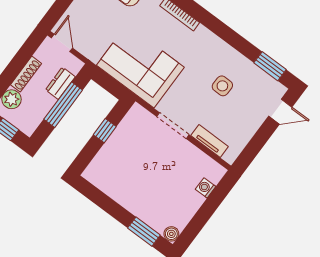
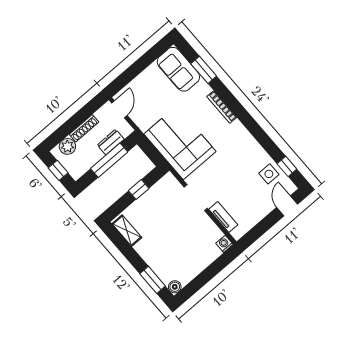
window: (270, 66) -> (287, 166), width x0.67
side table: (222, 86) -> (269, 174), moved
door: (280, 112) -> (287, 206), swing flipped
shelving: (102, 181) -> (127, 231), added
washing machine: (206, 188) -> (224, 244), moved

